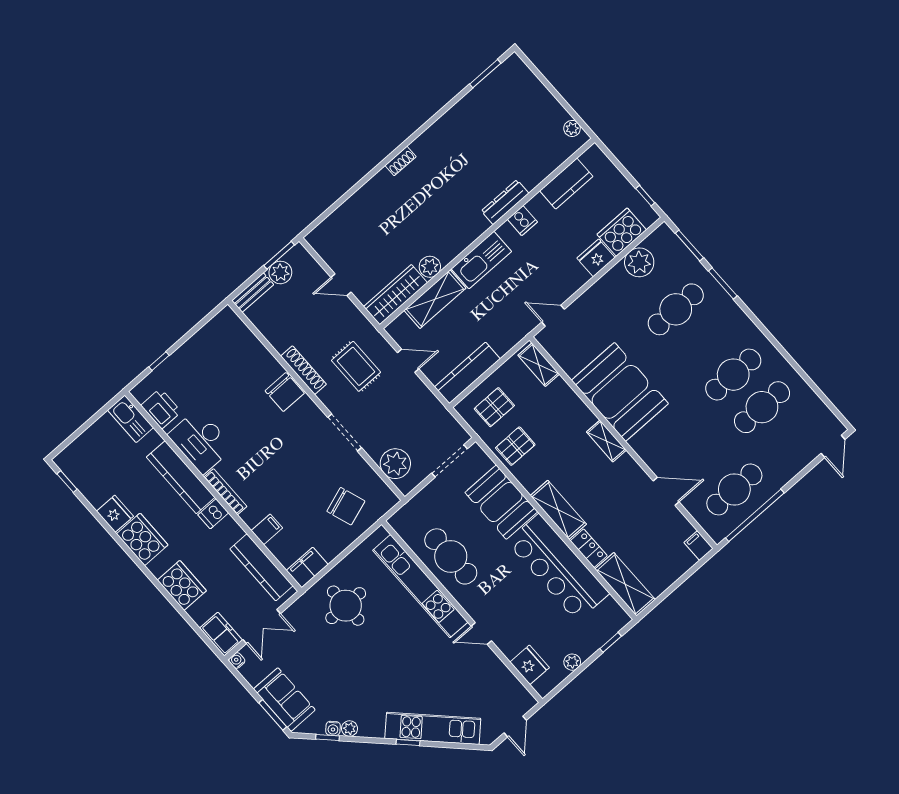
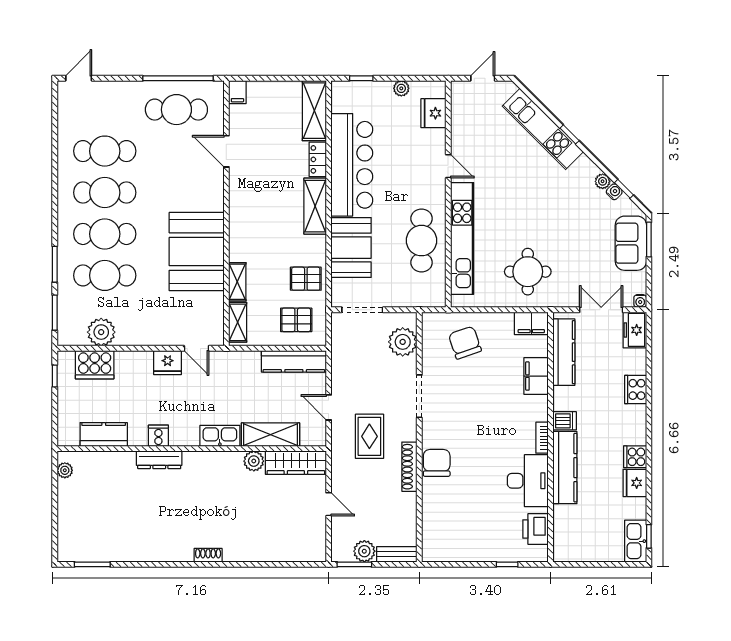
fridge: (596, 258) -> (168, 363), moved
kitchen sink: (481, 260) -> (220, 436), width x0.73, depth x0.81
cafe table: (704, 342) -> (105, 234), added
kitchen sink: (130, 419) -> (636, 541), moved, turned 180
shelving: (606, 441) -> (237, 282), moved
bookcase: (225, 492) -> (542, 438), width x0.64
filing cabinet: (267, 529) -> (536, 376), width x2.00
cooker: (142, 539) -> (635, 457), width x0.53, depth x0.76
cooker: (182, 585) -> (636, 389), width x0.73, depth x0.76

